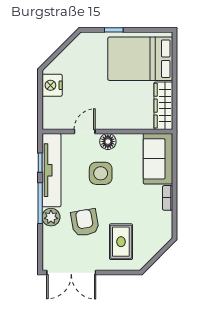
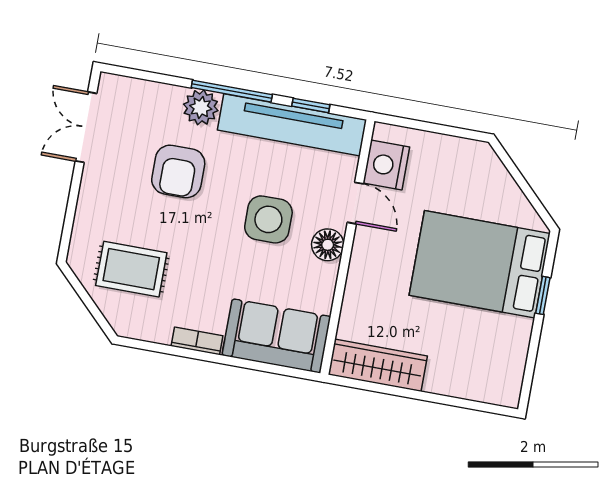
bed: (140, 59) -> (480, 264), moved, turned -90
nightstand: (52, 85) -> (386, 165), moved, turned -90
armchair: (85, 223) -> (178, 171), turned 100
rug: (121, 242) -> (131, 269), moved
double door: (71, 273) -> (86, 127), width x0.73

